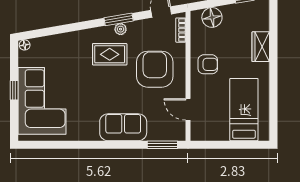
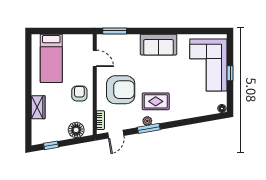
armchair: (208, 64) -> (79, 93), turned 90
armchair: (155, 69) -> (121, 90), turned -90
sofa: (123, 127) -> (159, 45), moved

